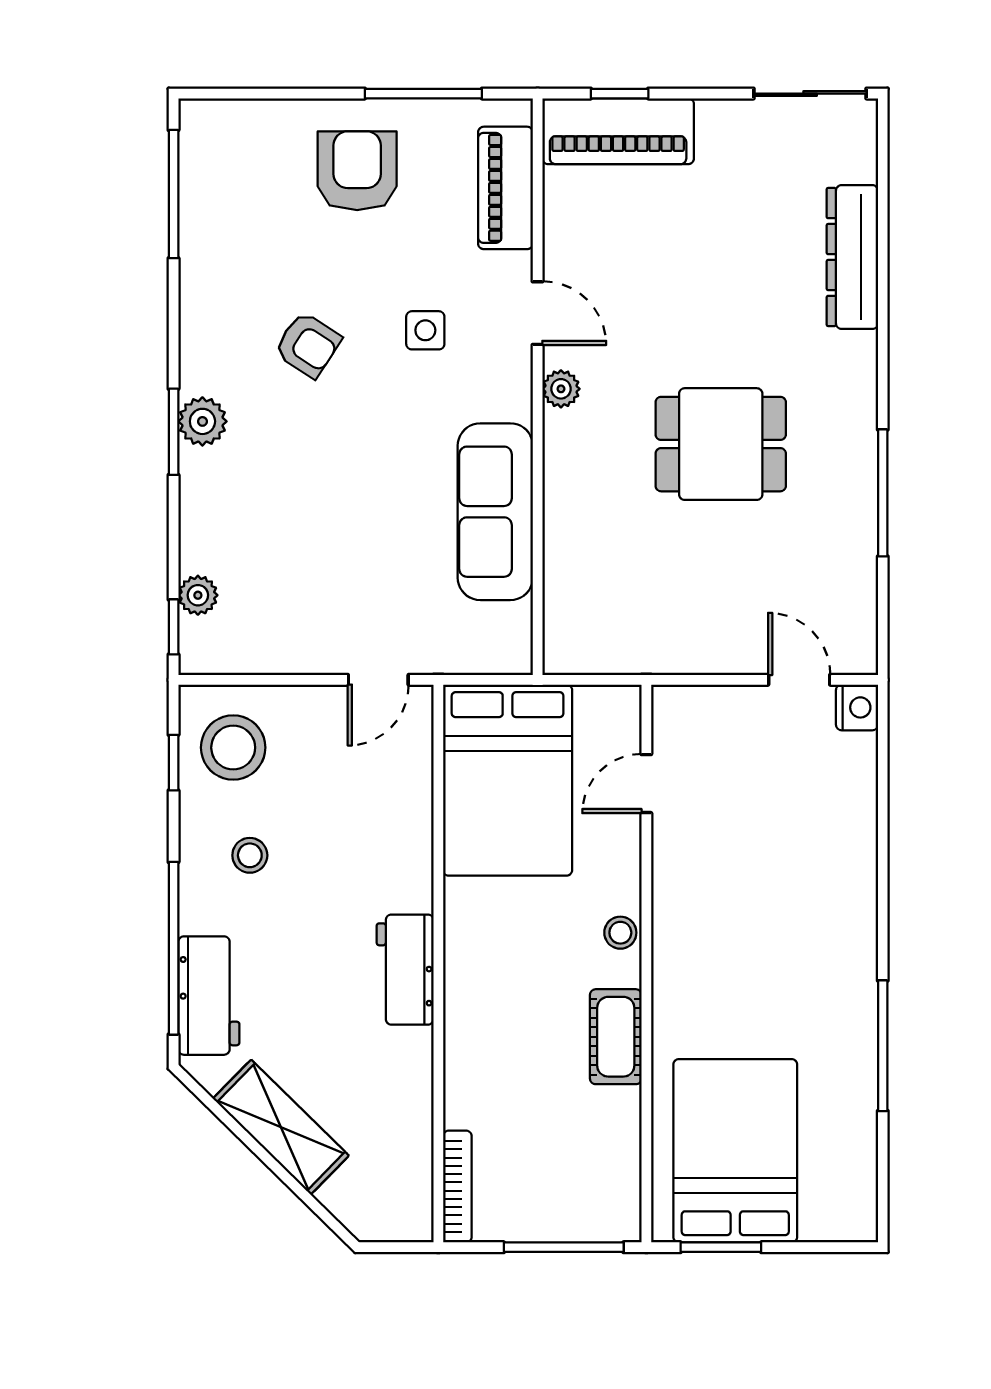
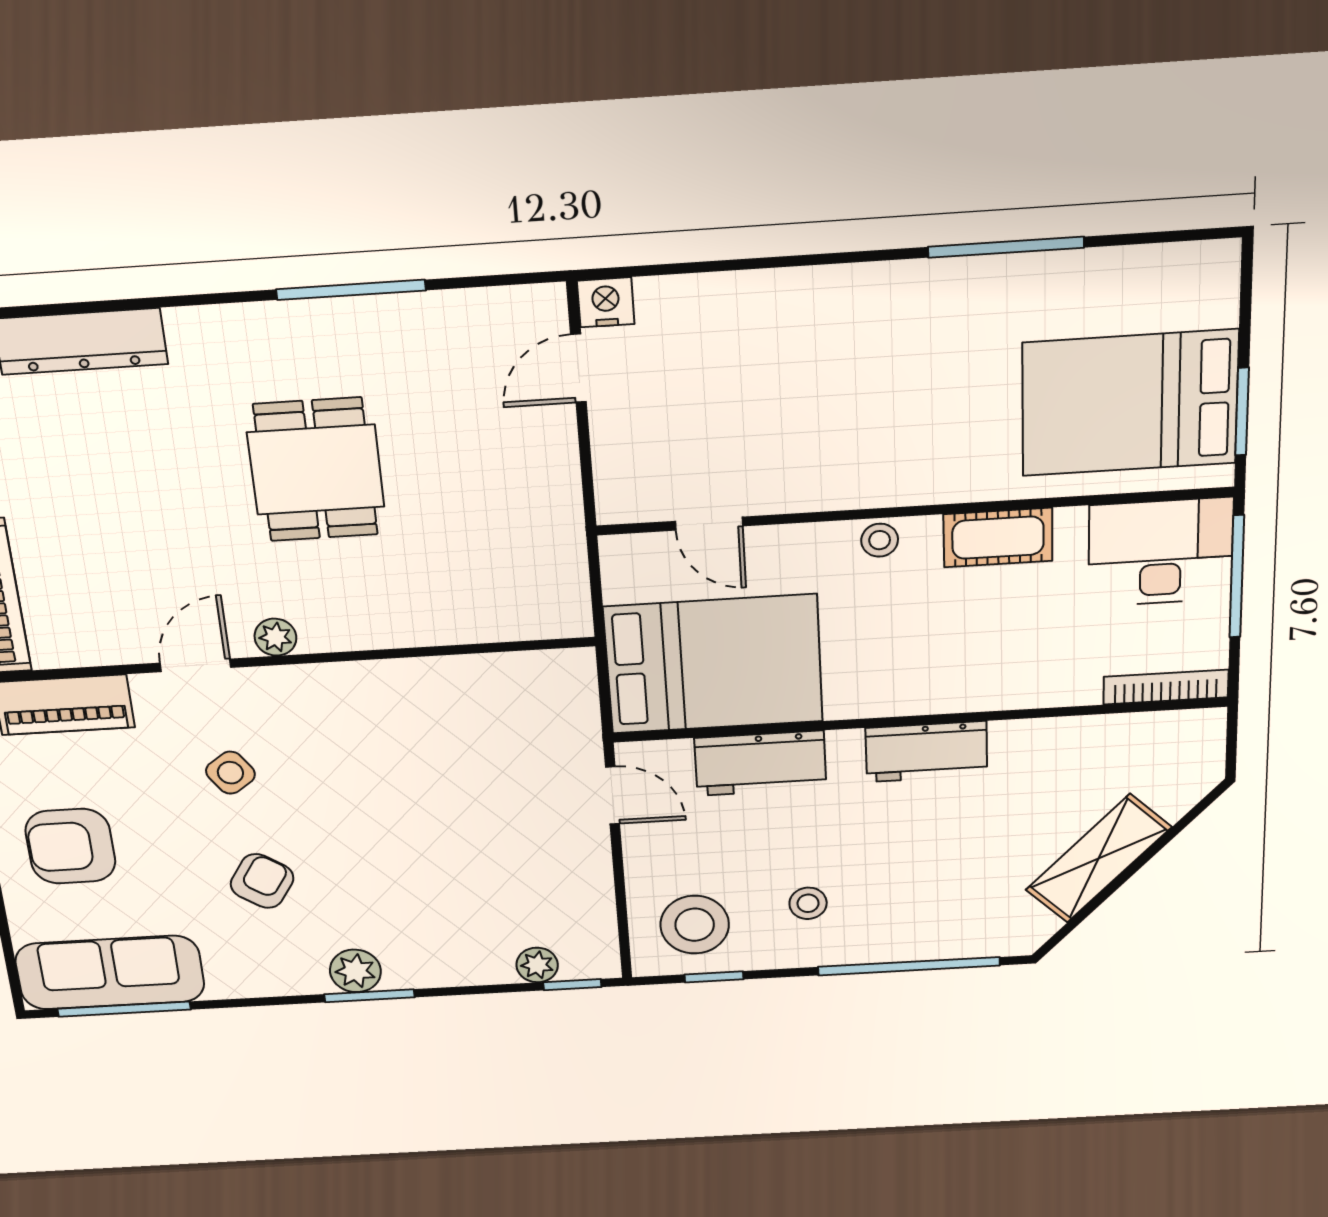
side table: (425, 330) -> (230, 773), turned -35
sofa: (495, 512) -> (110, 973), moved, turned 180
workbench: (209, 996) -> (760, 763), moved, turned 180
desk: (592, 1180) -> (1161, 552), added

